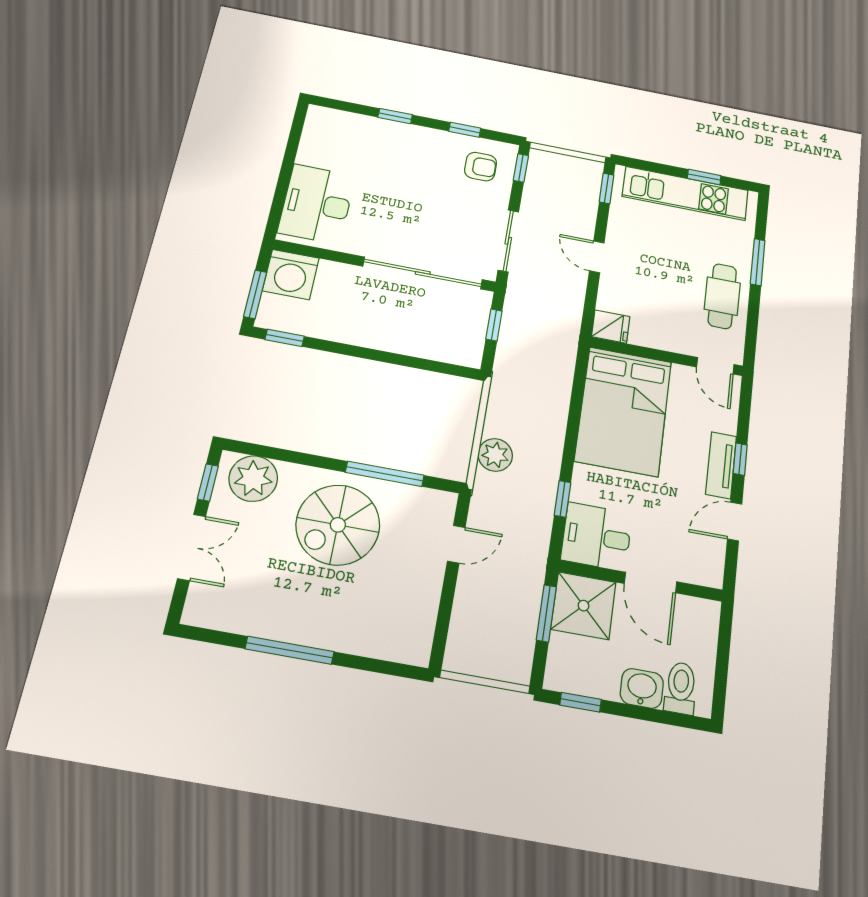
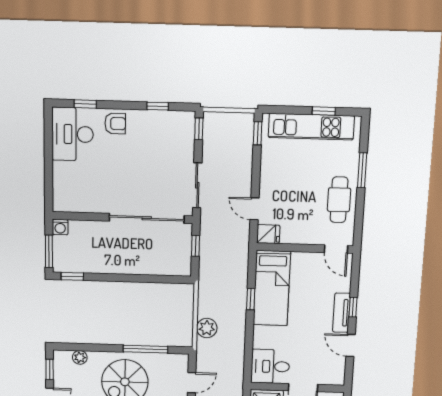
window: (395, 116) -> (85, 104), moved
armchair: (481, 167) -> (115, 124), moved
desk: (317, 204) -> (72, 134), moved
door: (597, 257) -> (254, 209), moved
washing machine: (291, 274) -> (60, 227), width x0.53, depth x0.53
bed: (623, 411) -> (272, 288), width x0.67
plant: (253, 479) -> (80, 357), width x0.53, depth x0.53
window: (562, 499) -> (251, 299), moved
door: (735, 521) -> (351, 345), hinge flipped

